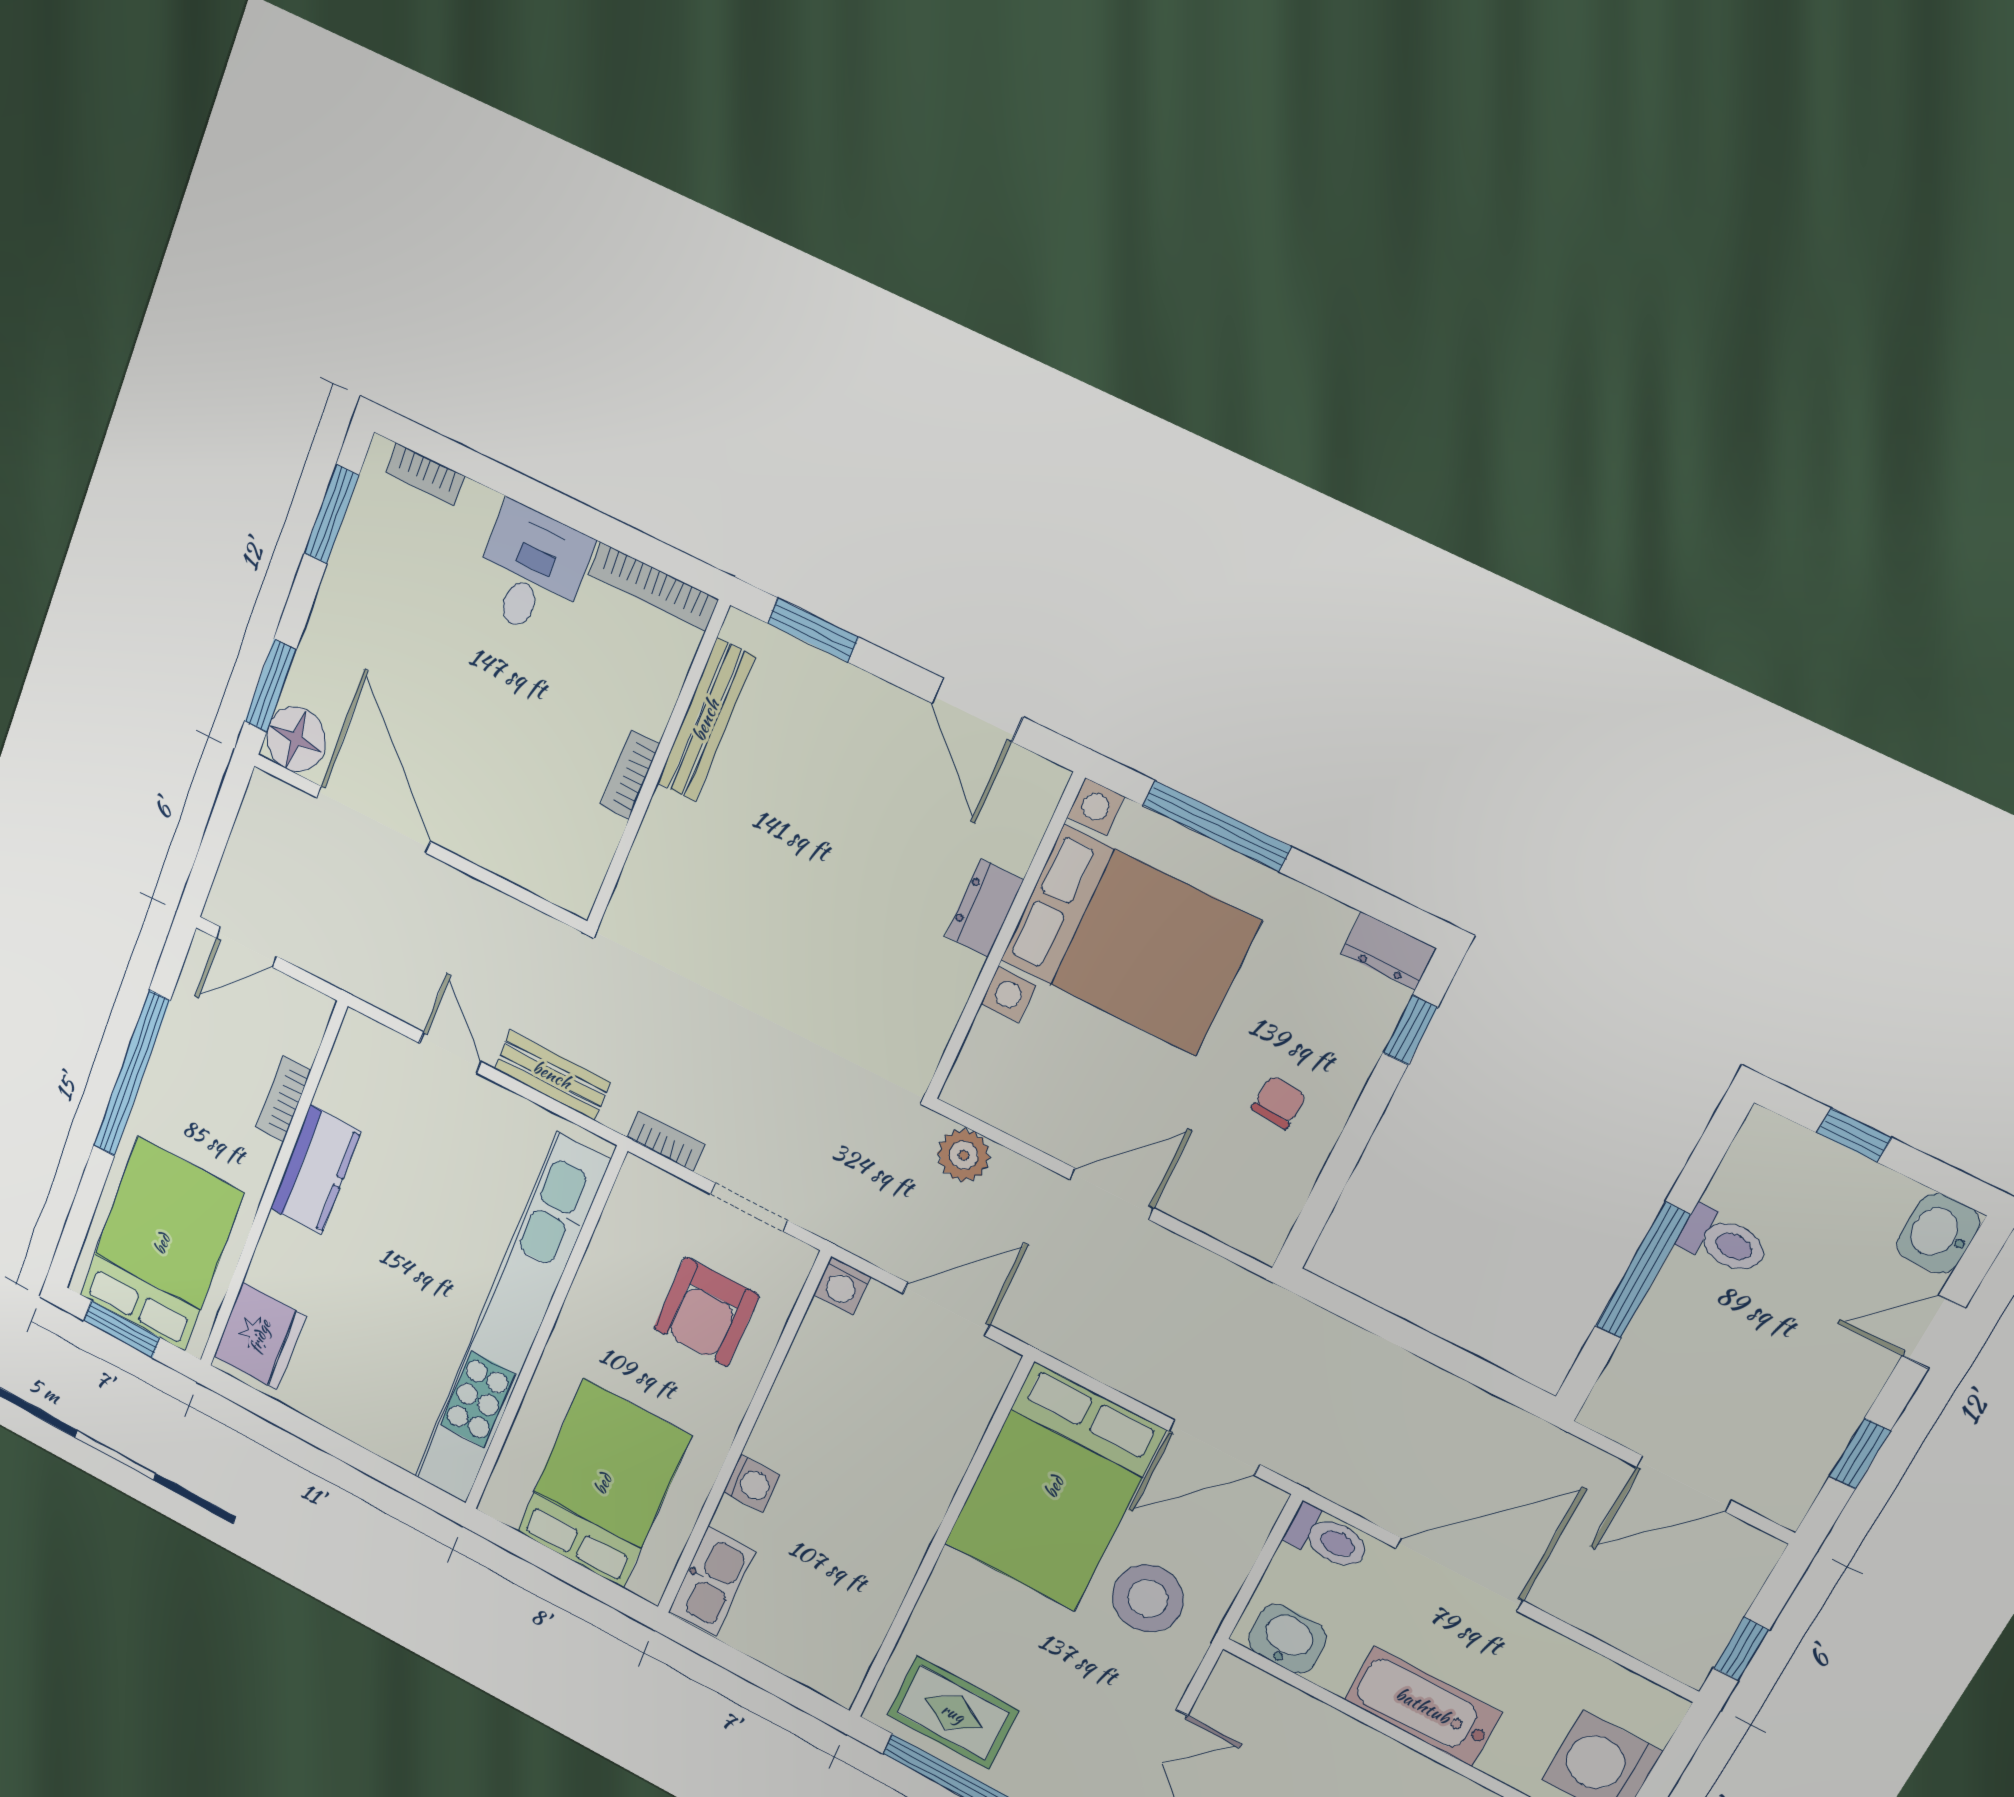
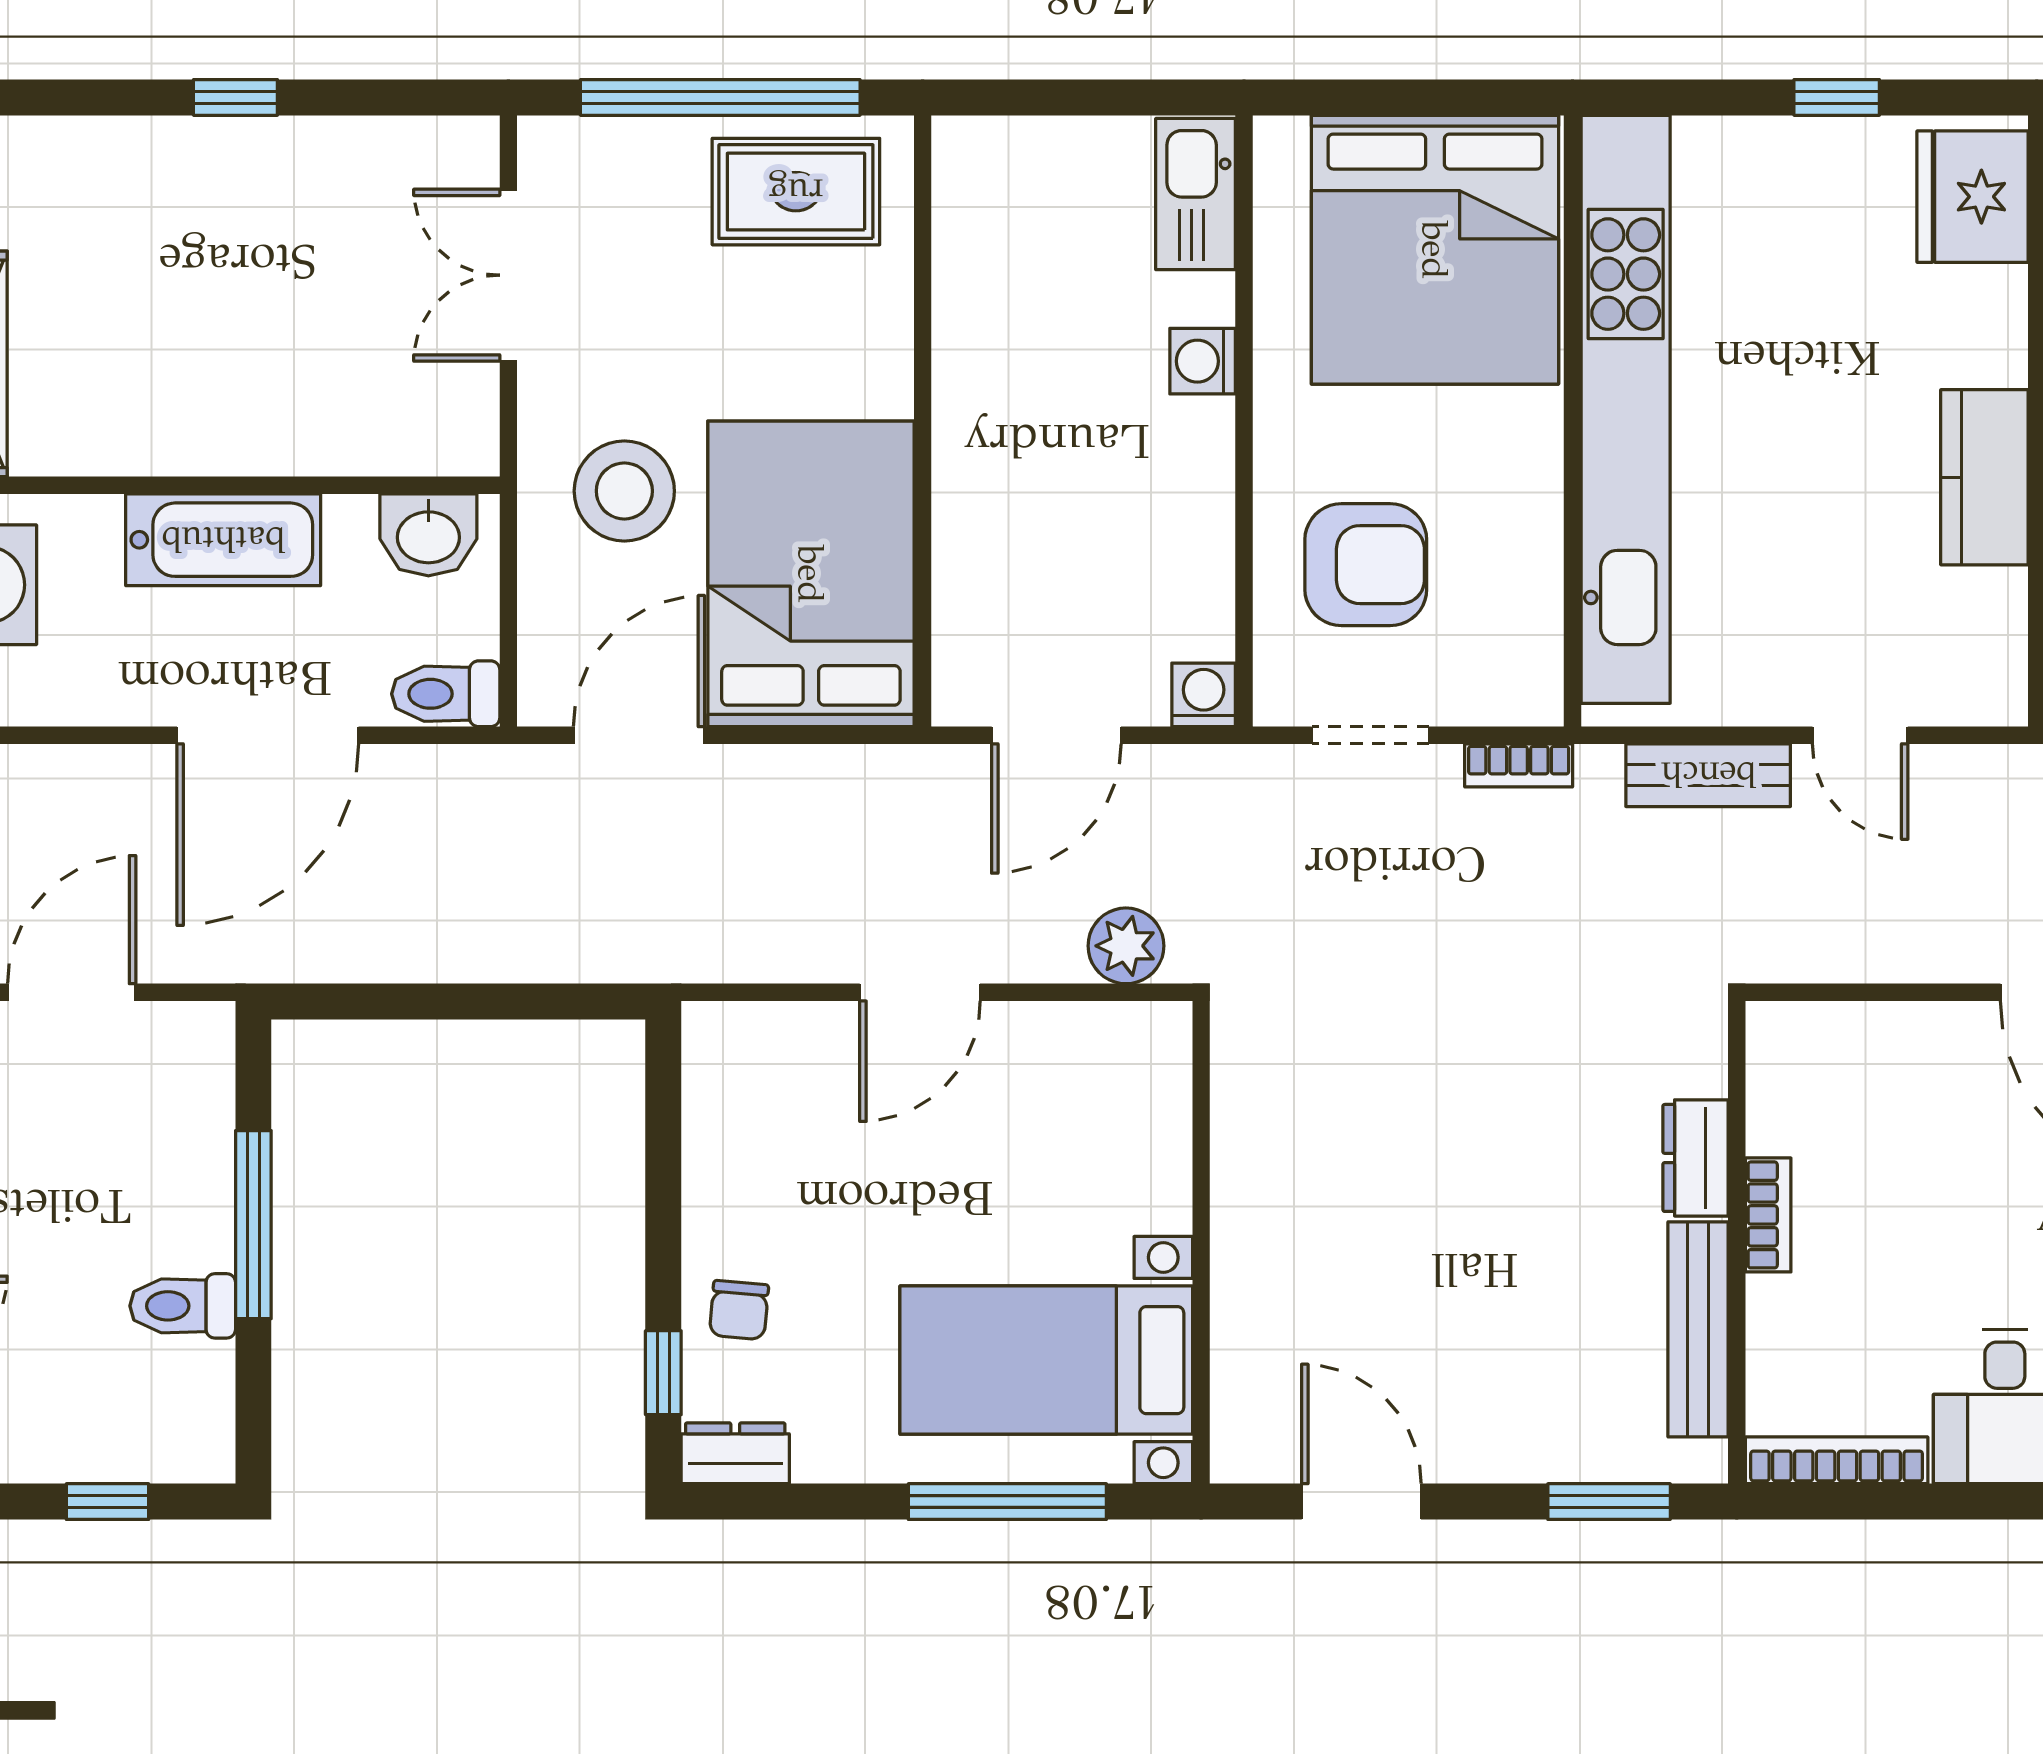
dresser: (984, 908) -> (1696, 1158), moved, turned 180
bed with nightstands: (1130, 940) -> (1046, 1360), width x0.73
chair: (1279, 1102) -> (739, 1310), moved
armchair: (706, 1312) -> (1366, 565), turned 90
window: (315, 1434) -> (1837, 97), added
bed: (603, 1484) -> (1435, 250), width x1.36

